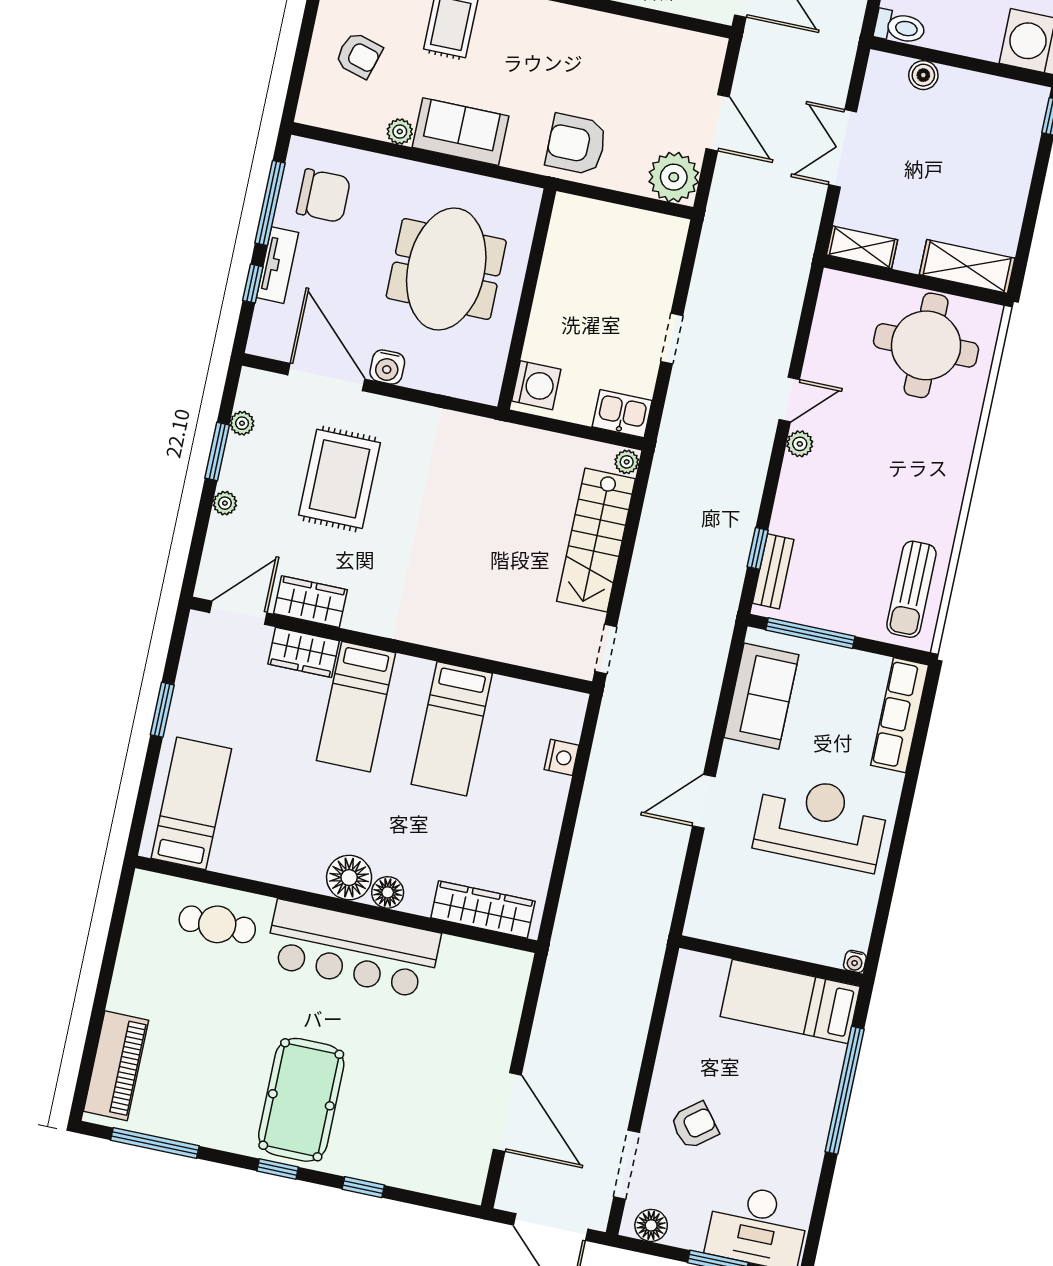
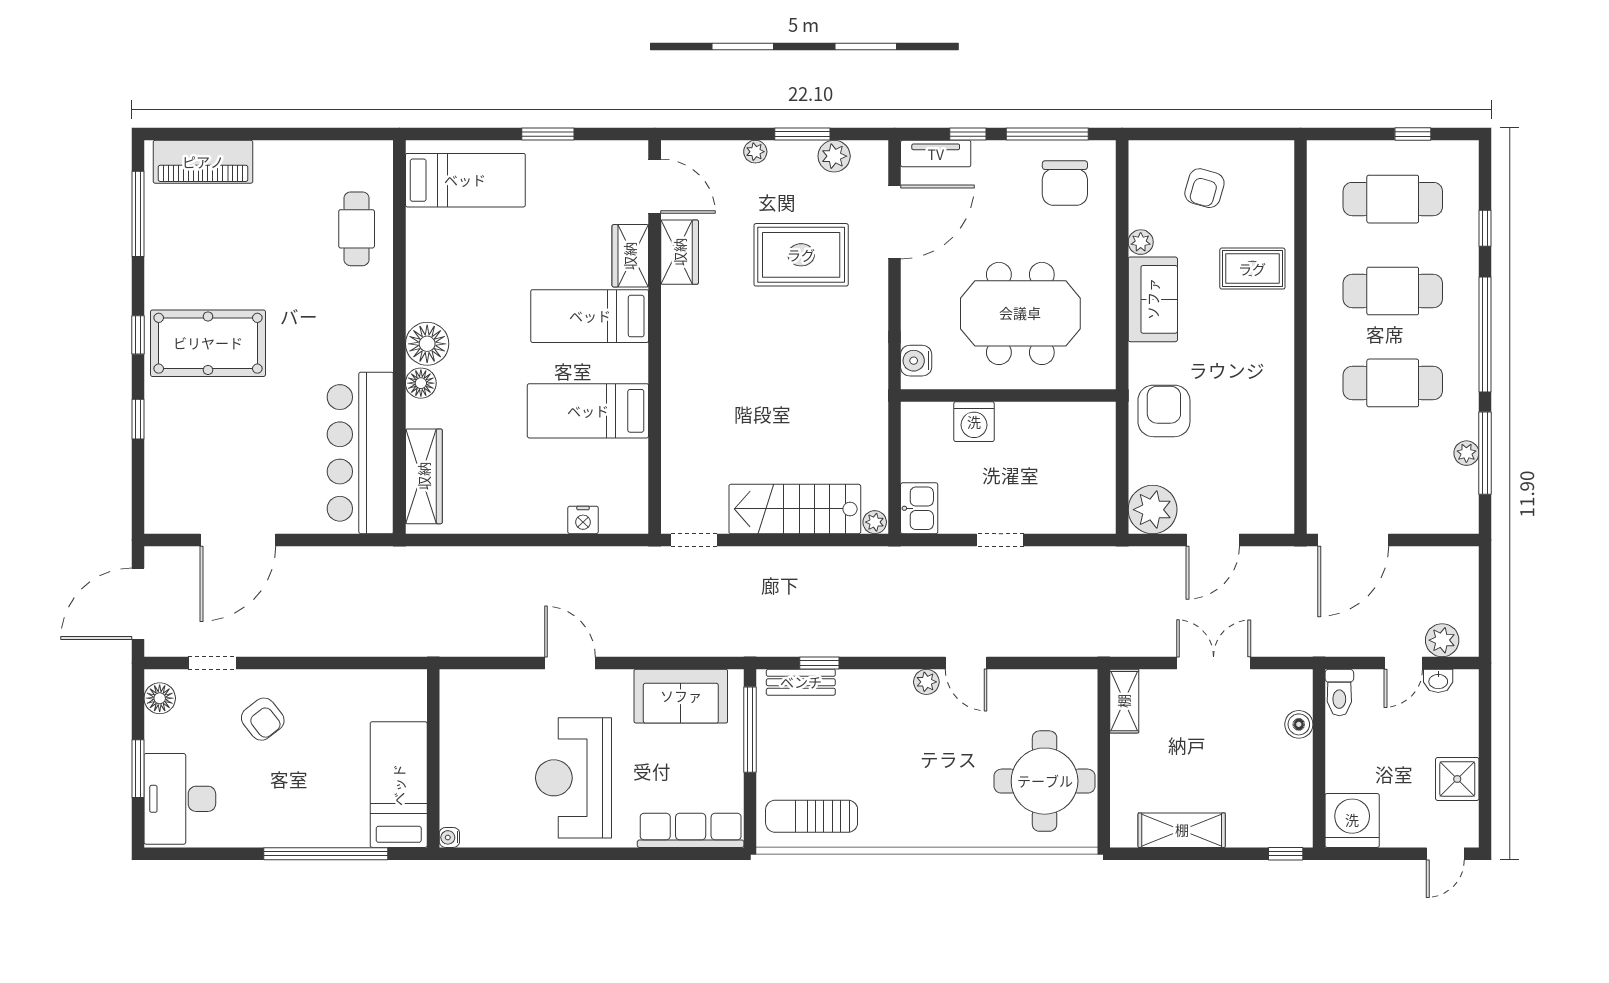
tv unit: (277, 265) -> (936, 154), moved
shelving: (967, 266) -> (1182, 830), moved, turned 90
water cooler: (387, 367) -> (916, 361), moved
washing machine: (536, 385) -> (974, 422), moved
plant: (242, 423) -> (834, 156), width x1.38, depth x1.38
reception desk: (821, 823) -> (574, 778), turned 180
bar counter: (353, 949) -> (360, 453), moved
doorway: (627, 1165) -> (212, 663), width x0.73

